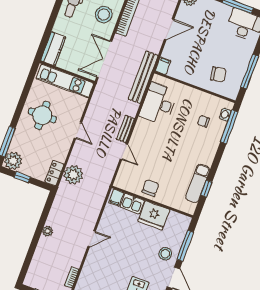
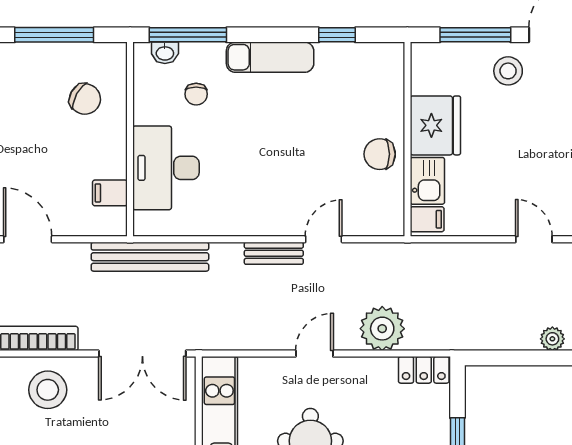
filing cabinet: (163, 66) -> (110, 193), moved
chair: (218, 74) -> (85, 99), turned 129
desk: (158, 104) -> (166, 168), moved, turned 90
plant: (73, 175) -> (382, 329), moved
exam couch: (198, 183) -> (270, 57), moved

